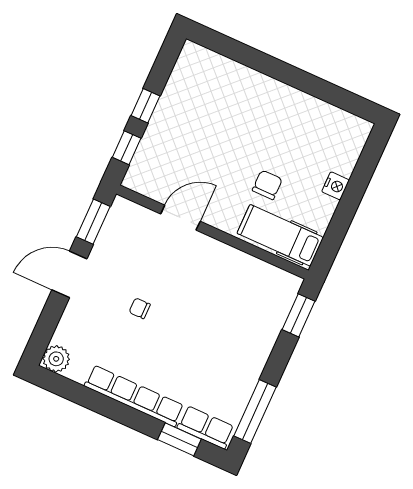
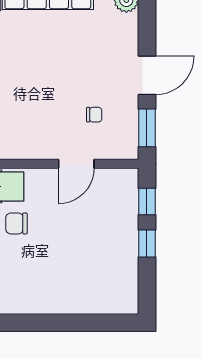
chair: (267, 185) -> (16, 223), turned 90
chair: (140, 308) -> (94, 115), moved

